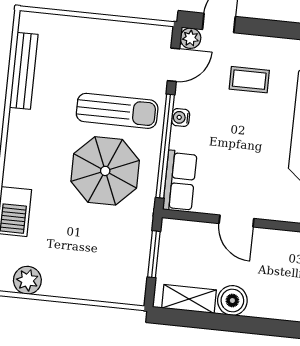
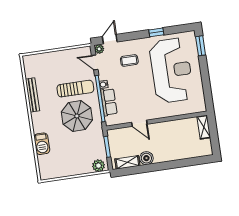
door: (173, 65) -> (95, 62), swing flipped
bench: (24, 71) -> (32, 95), moved
row of seats: (180, 181) -> (109, 102), moved
plant: (27, 280) -> (99, 166), moved

